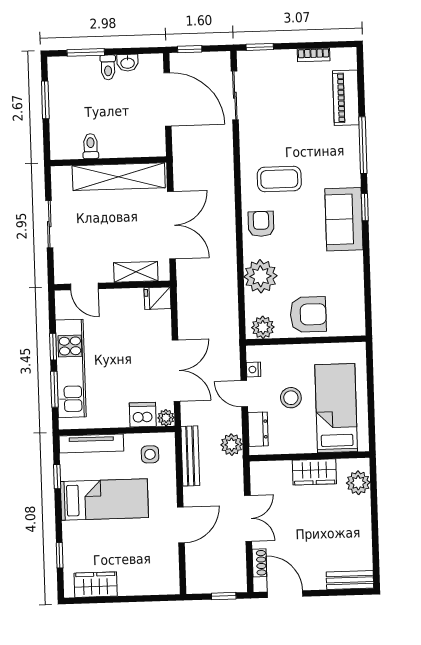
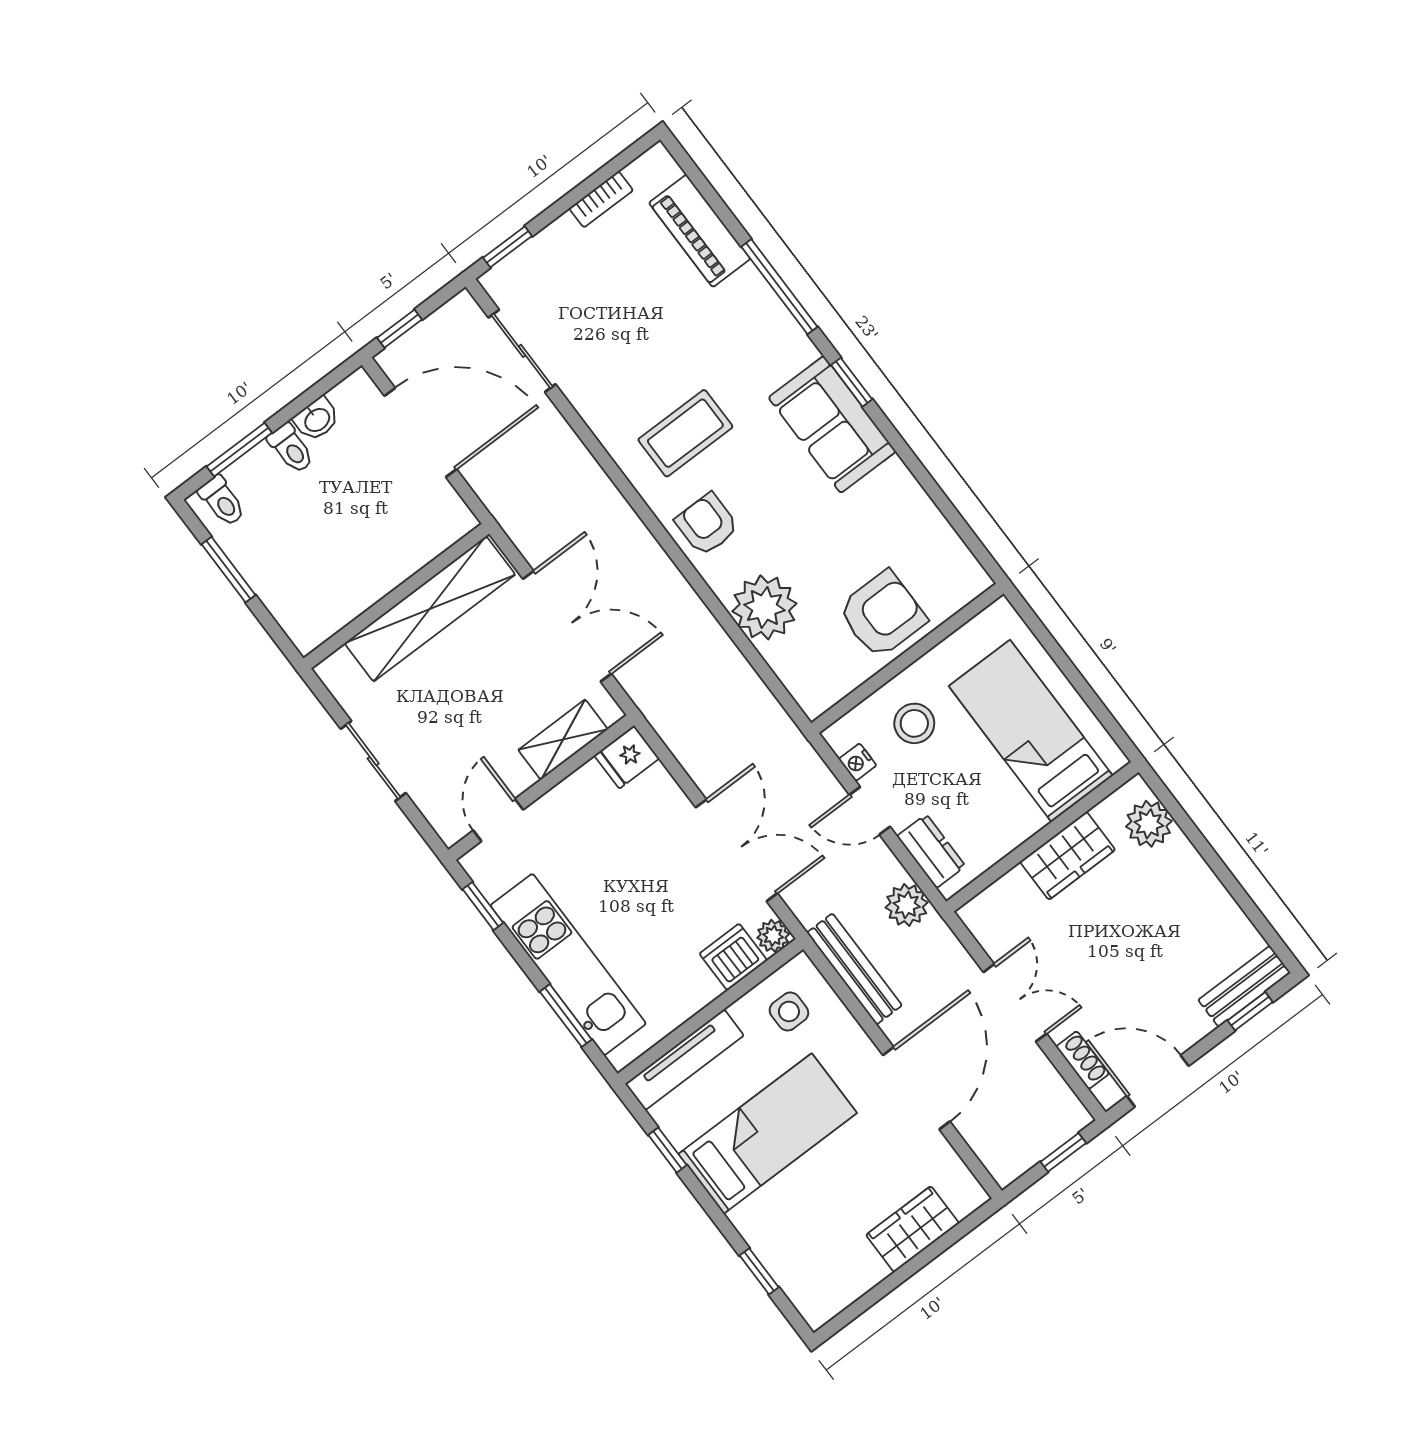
toilet: (91, 146) -> (222, 501), moved, turned 180
door: (84, 286) -> (498, 820), swing flipped
plant: (263, 327) -> (825, 685), removed
window: (53, 347) -> (483, 906), moved
stool: (291, 398) -> (914, 723), moved
door: (181, 525) -> (916, 1088), width x1.36
wardrobe: (96, 585) -> (913, 1229), moved
window: (345, 592) -> (1250, 1011), added

